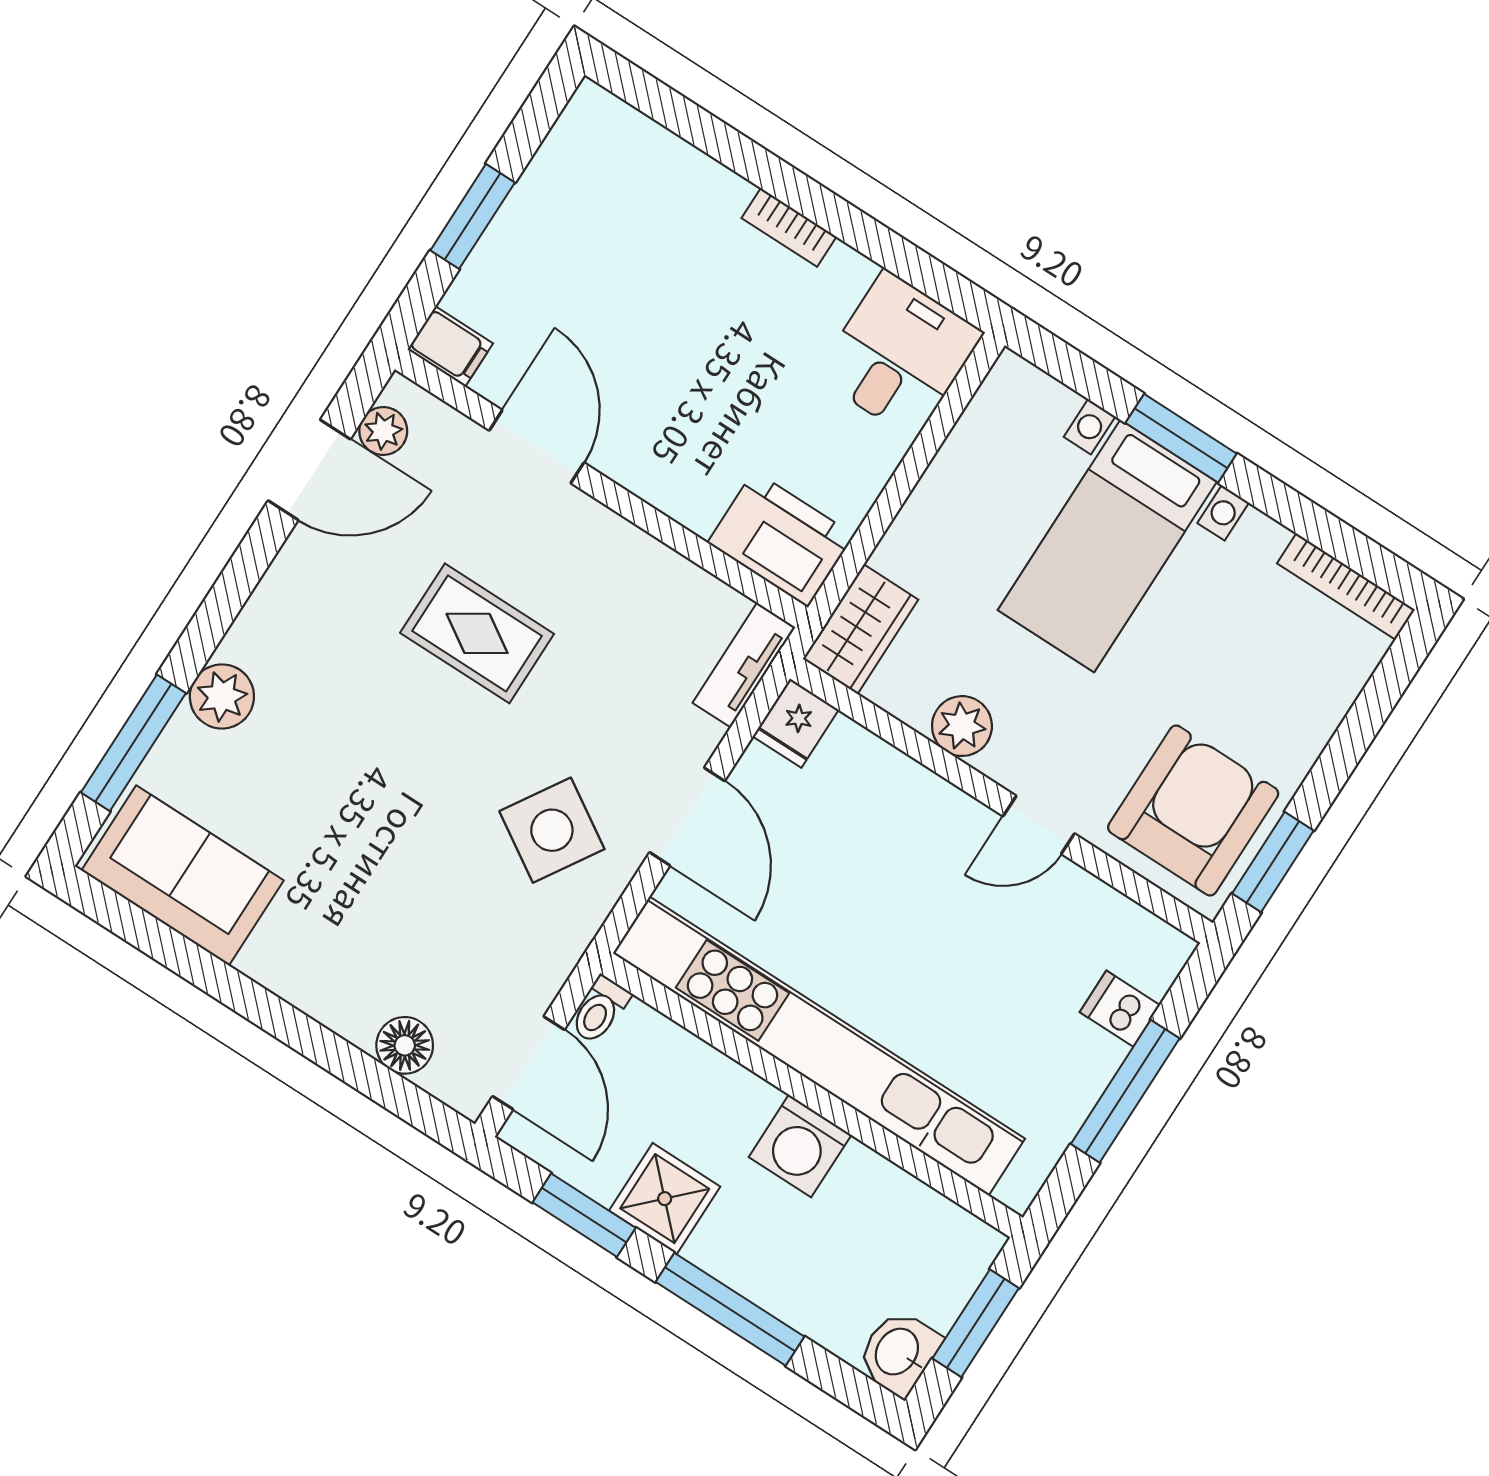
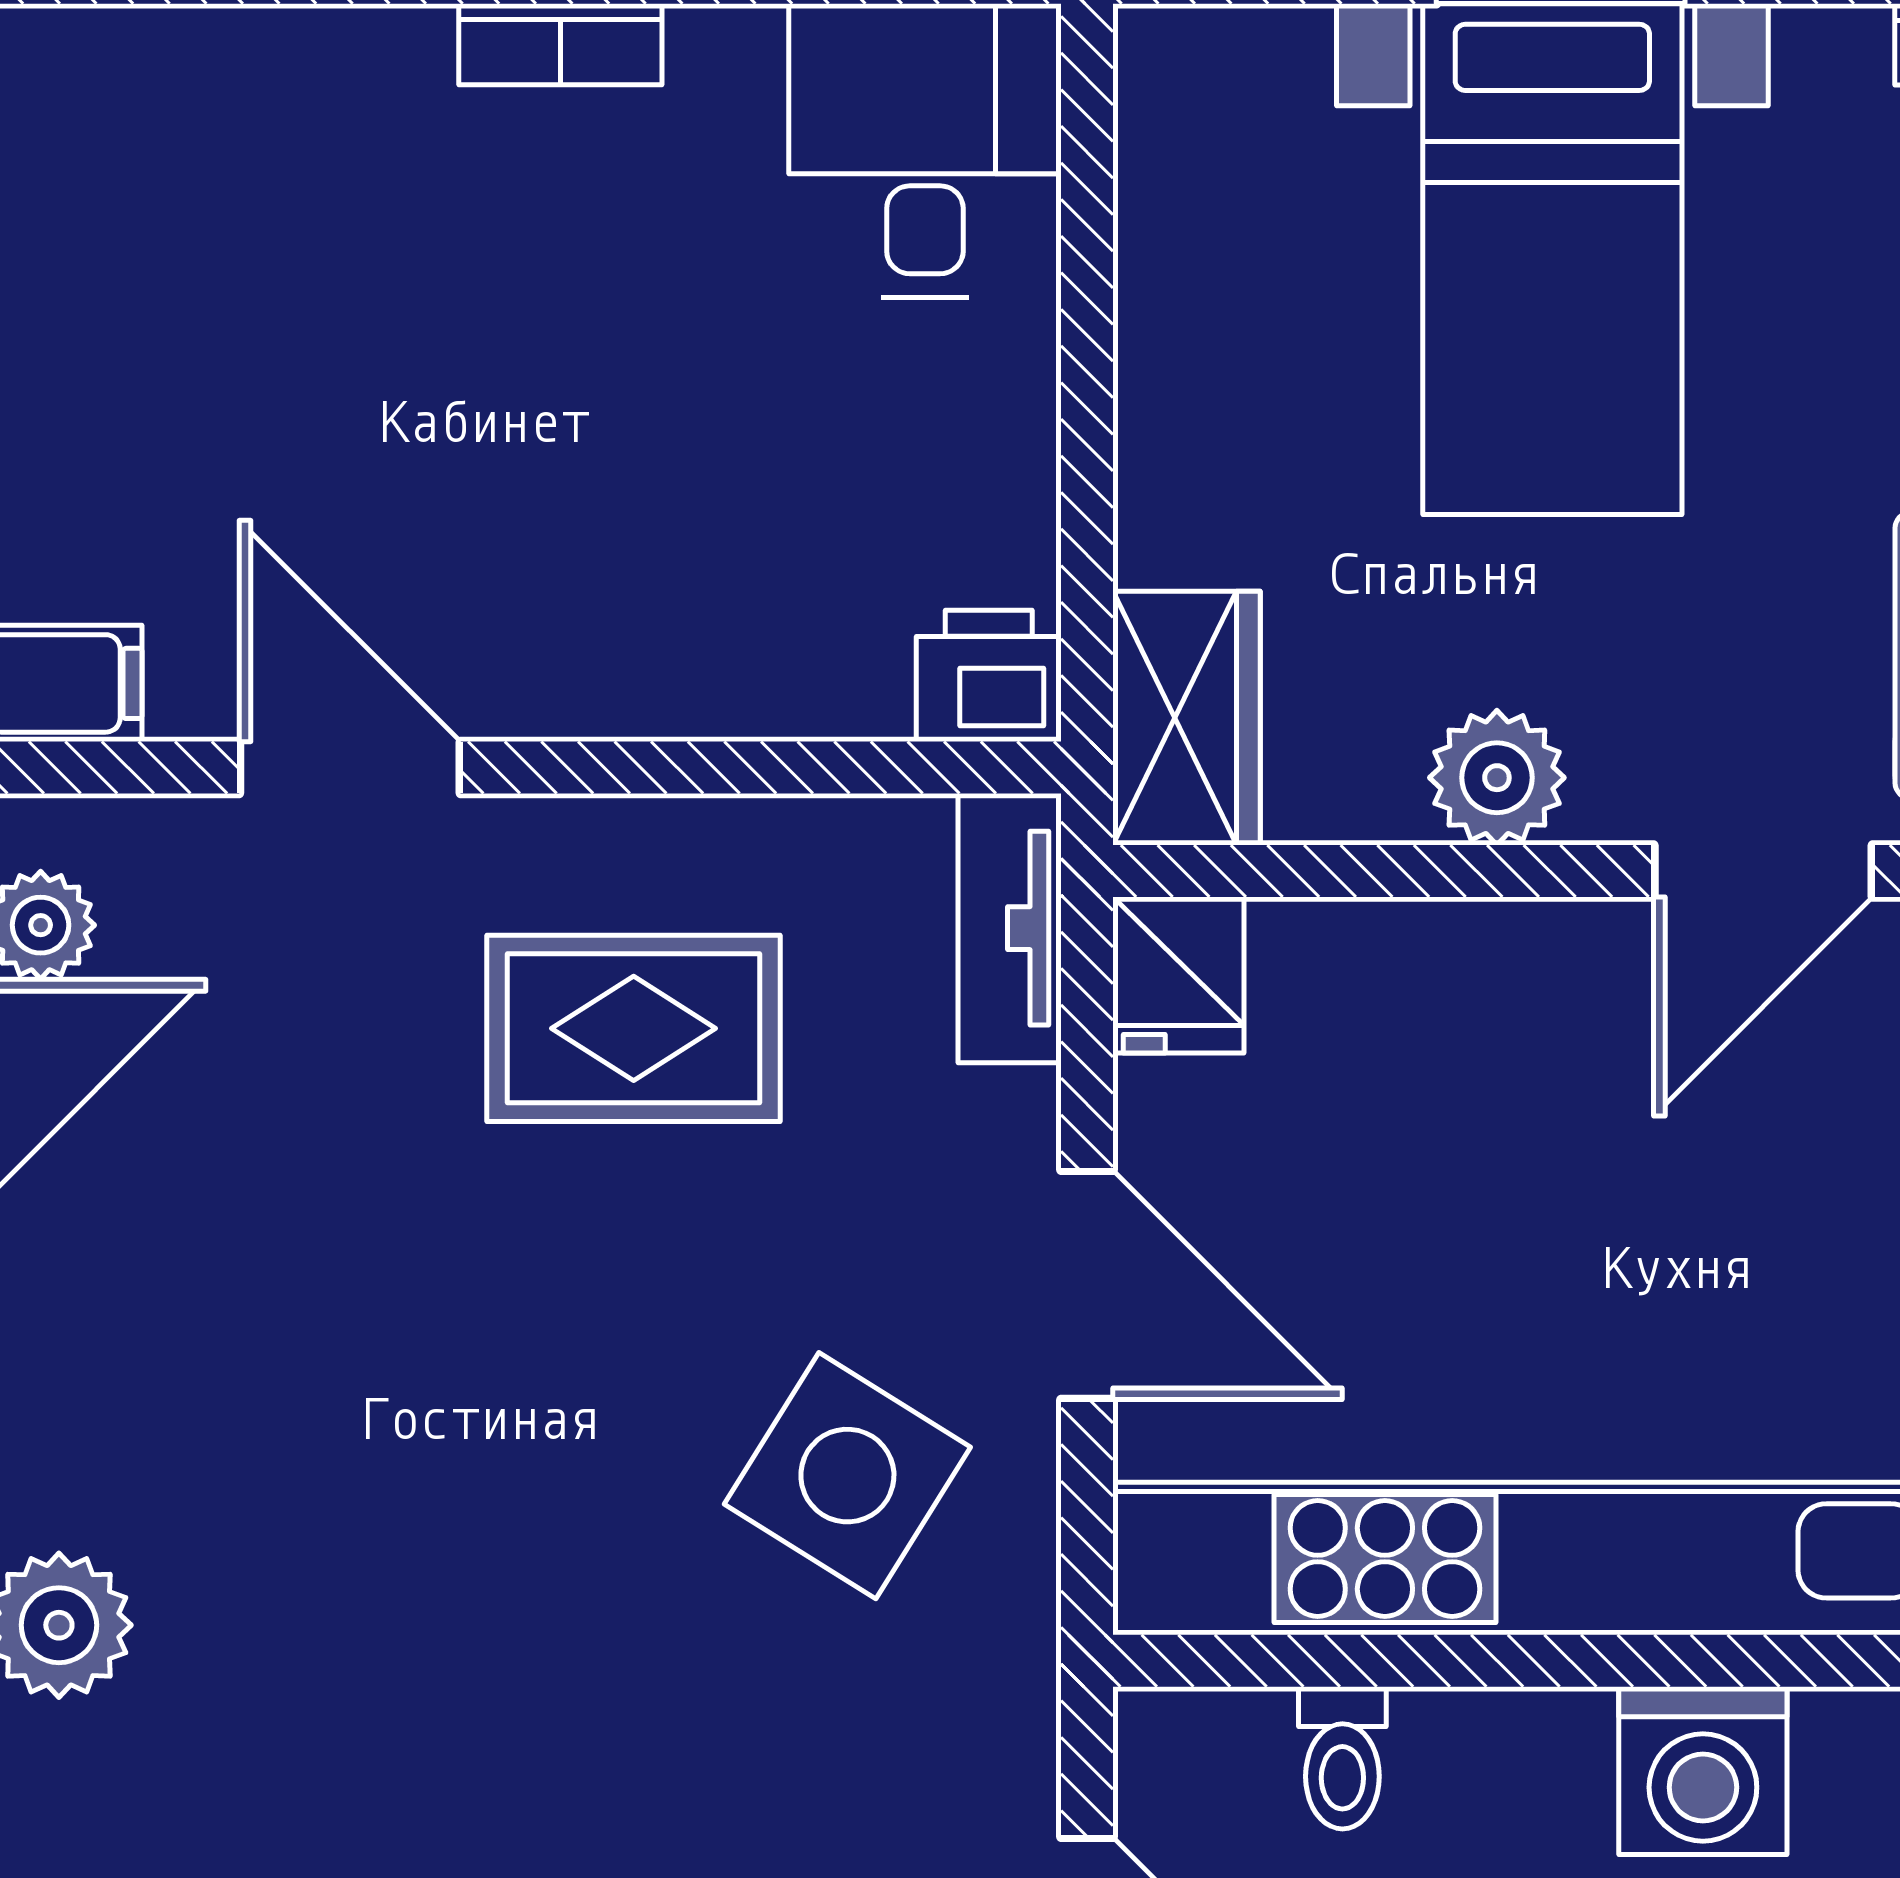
printer: (781, 539) -> (989, 676), width x0.53, depth x0.68
rug: (477, 633) -> (634, 1028), moved
door: (1039, 825) -> (1763, 871), width x1.38
toilet: (600, 1010) -> (1342, 1758), moved

